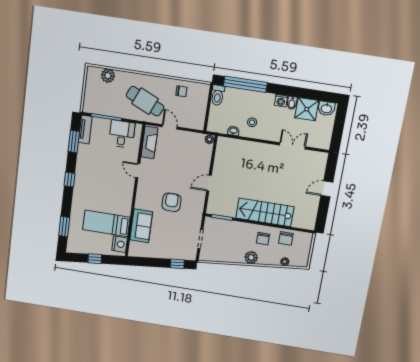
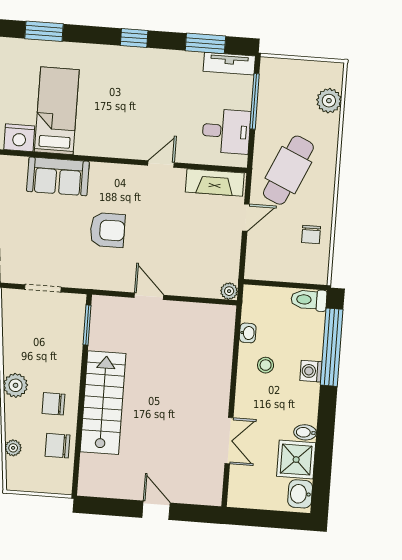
washing machine: (281, 101) -> (311, 371), moved

